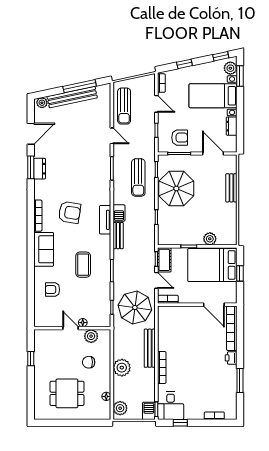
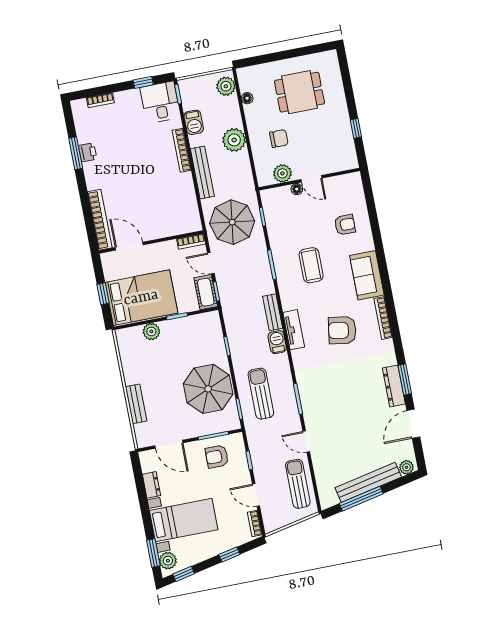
dresser: (40, 169) -> (394, 386), width x1.44
printer: (231, 358) -> (88, 152), moved
barbecue: (149, 411) -> (194, 122), moved

